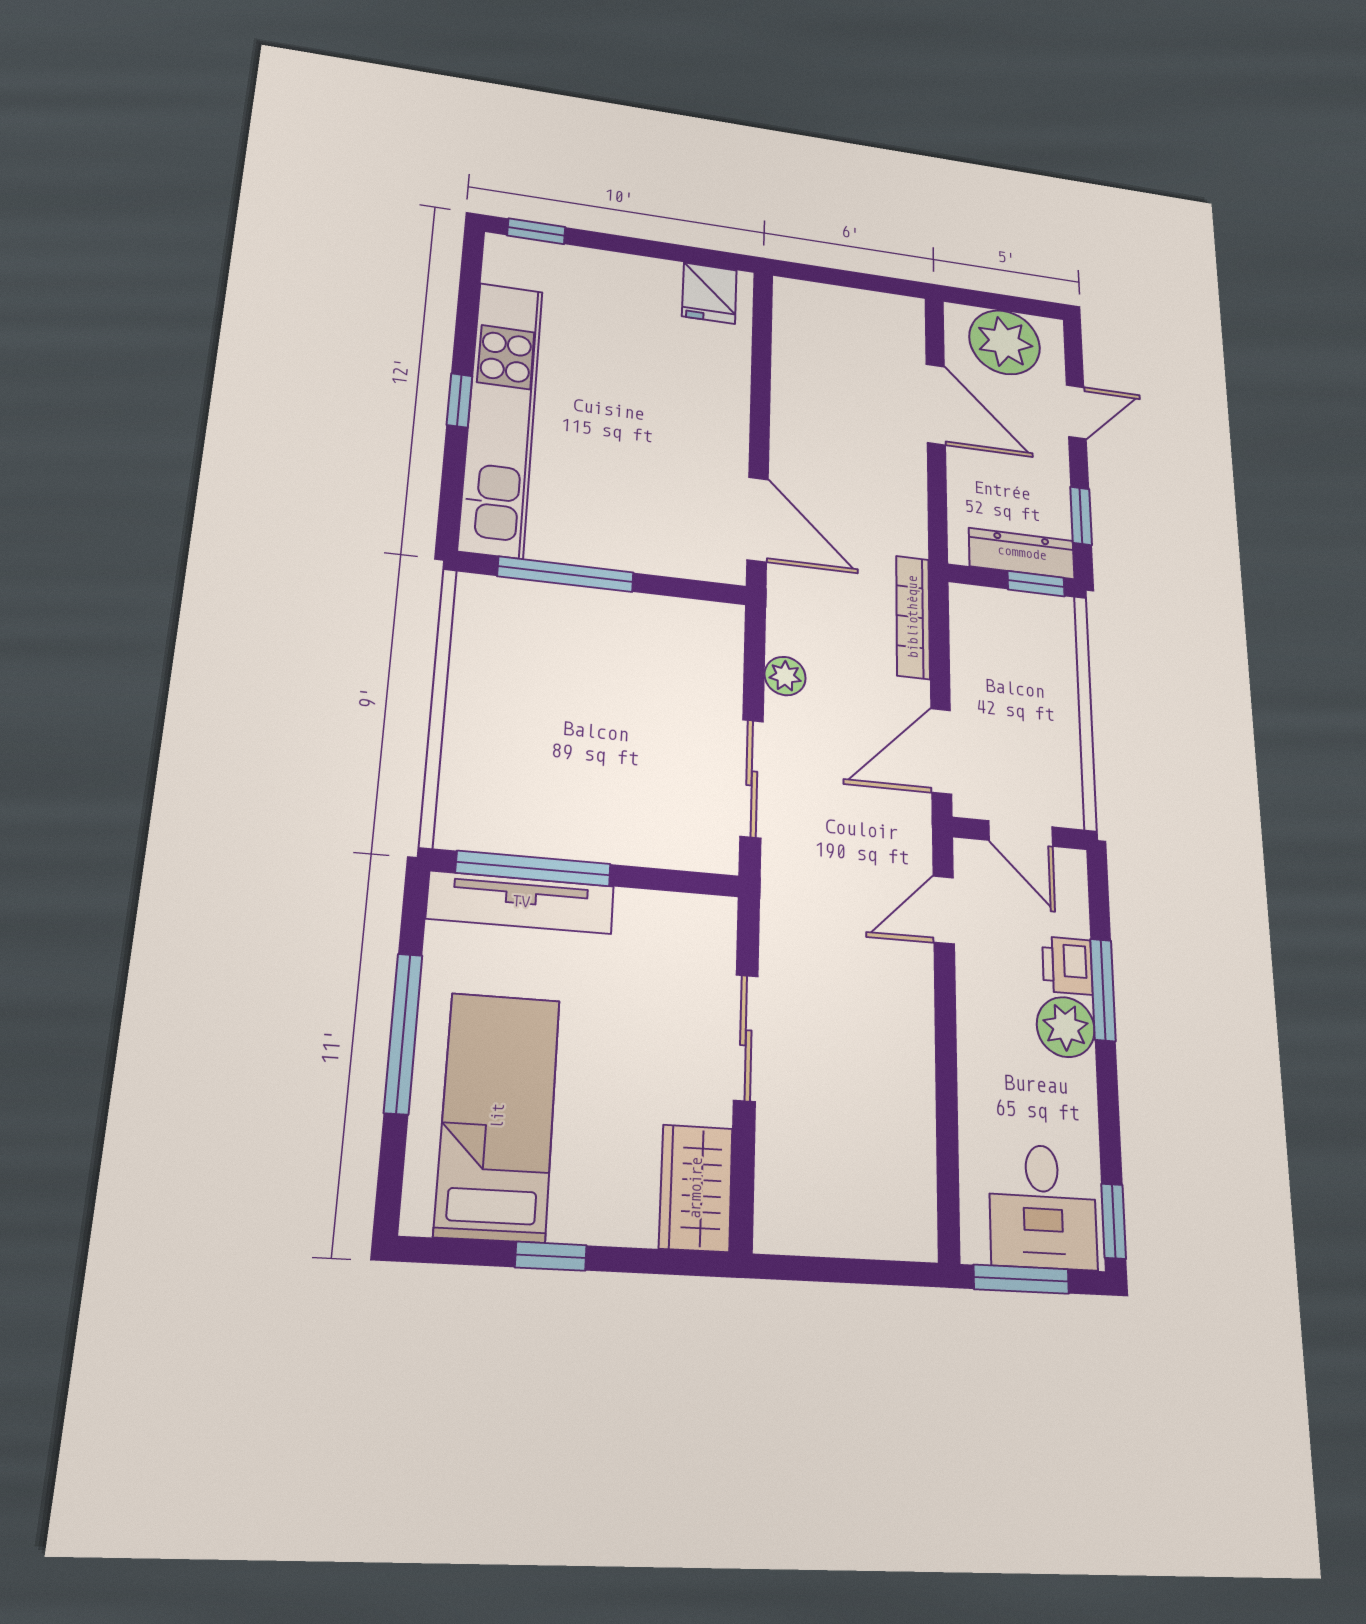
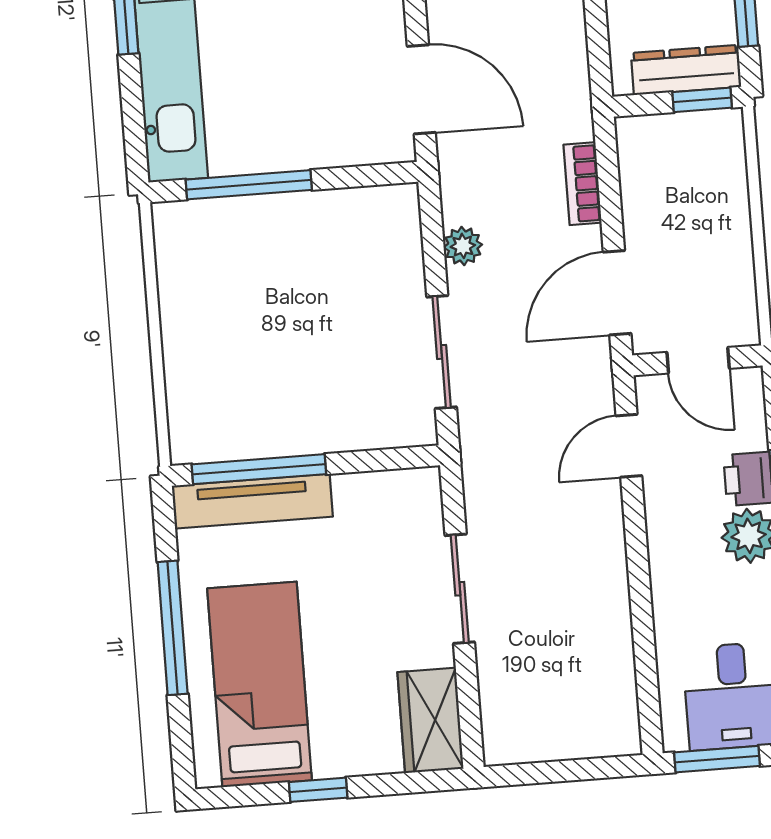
bookcase: (913, 617) -> (583, 184), width x0.64

